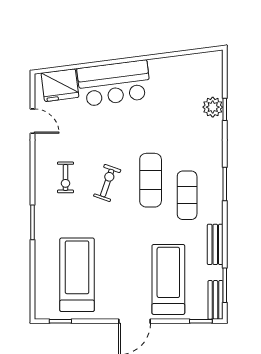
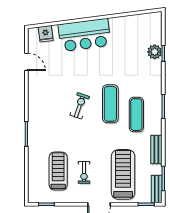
fridge: (60, 85) -> (46, 34), width x0.53, depth x0.75
exercise bike: (65, 177) -> (84, 172), moved
treadmill: (77, 275) -> (58, 171), width x0.73, depth x0.73

